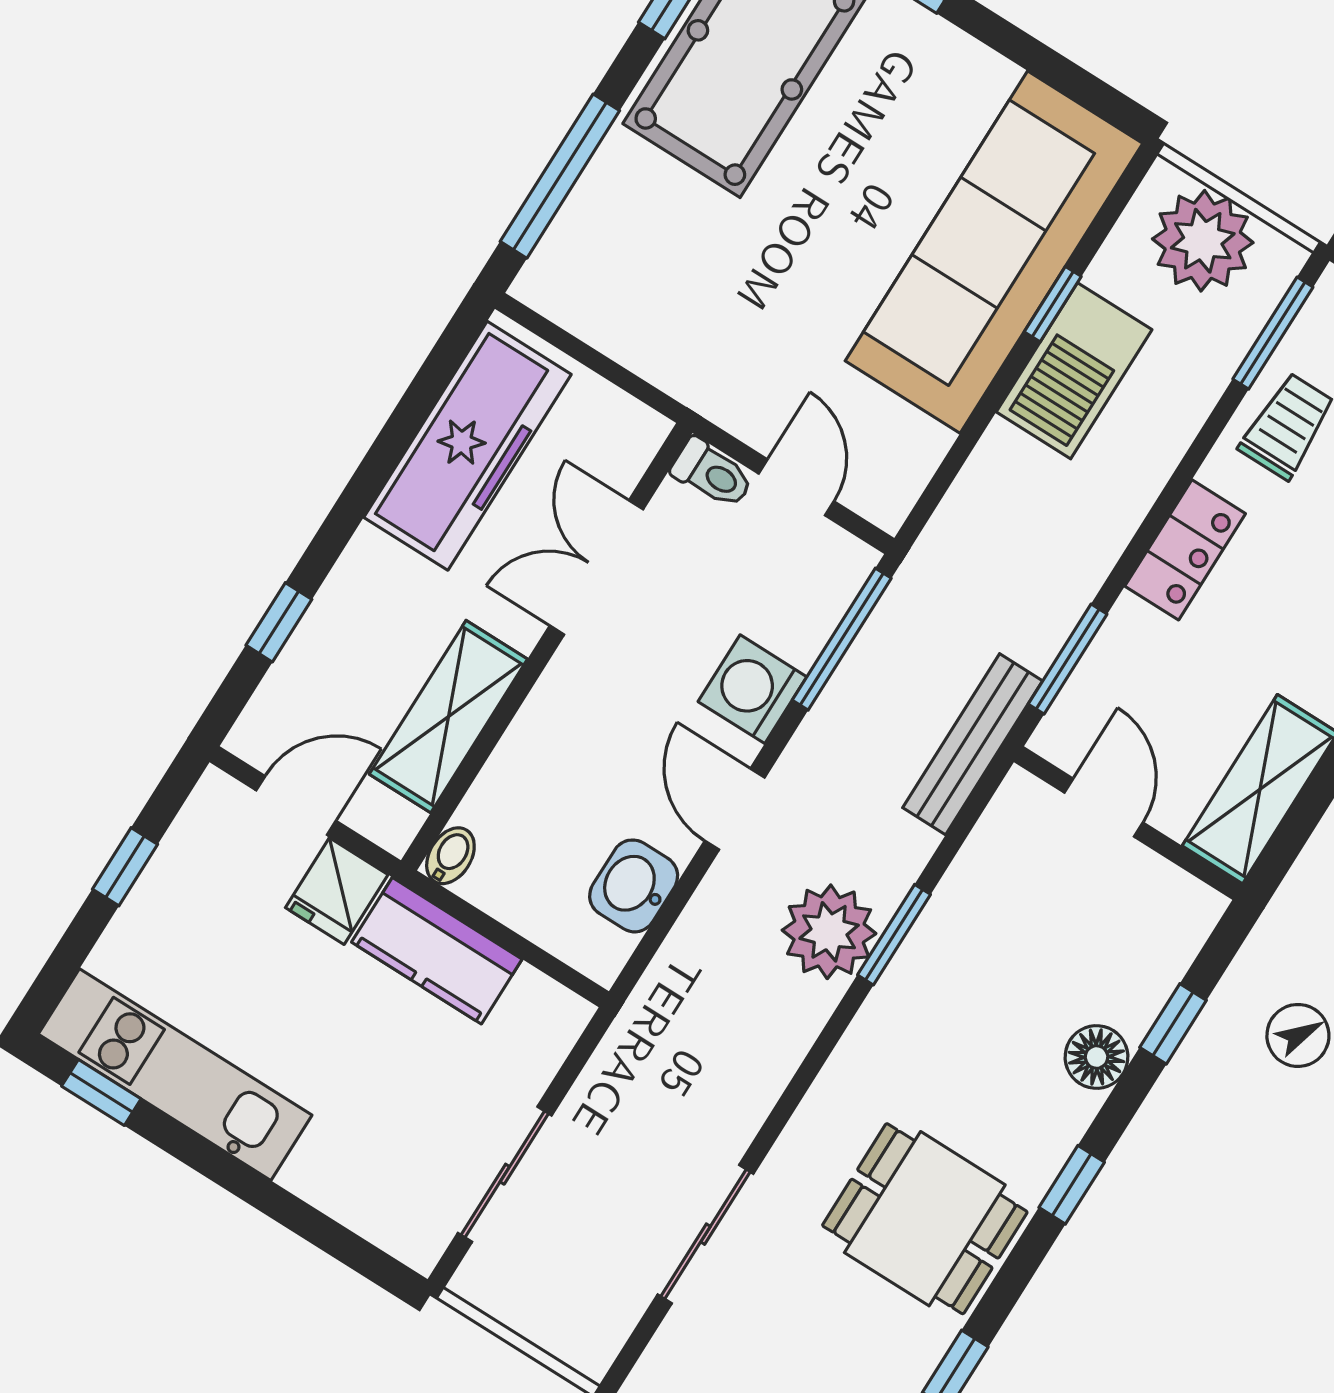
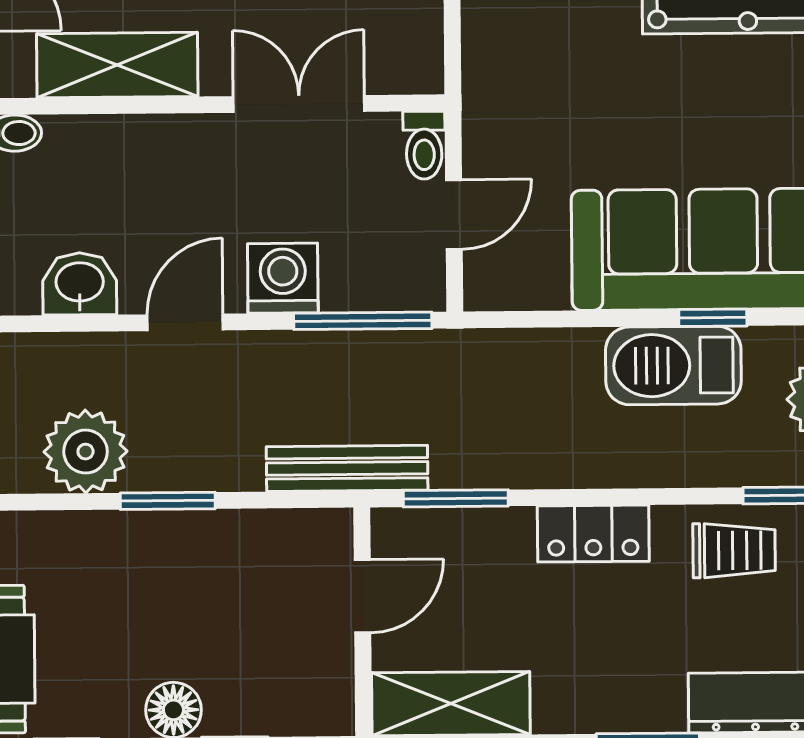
plant: (829, 932) -> (86, 452), moved

